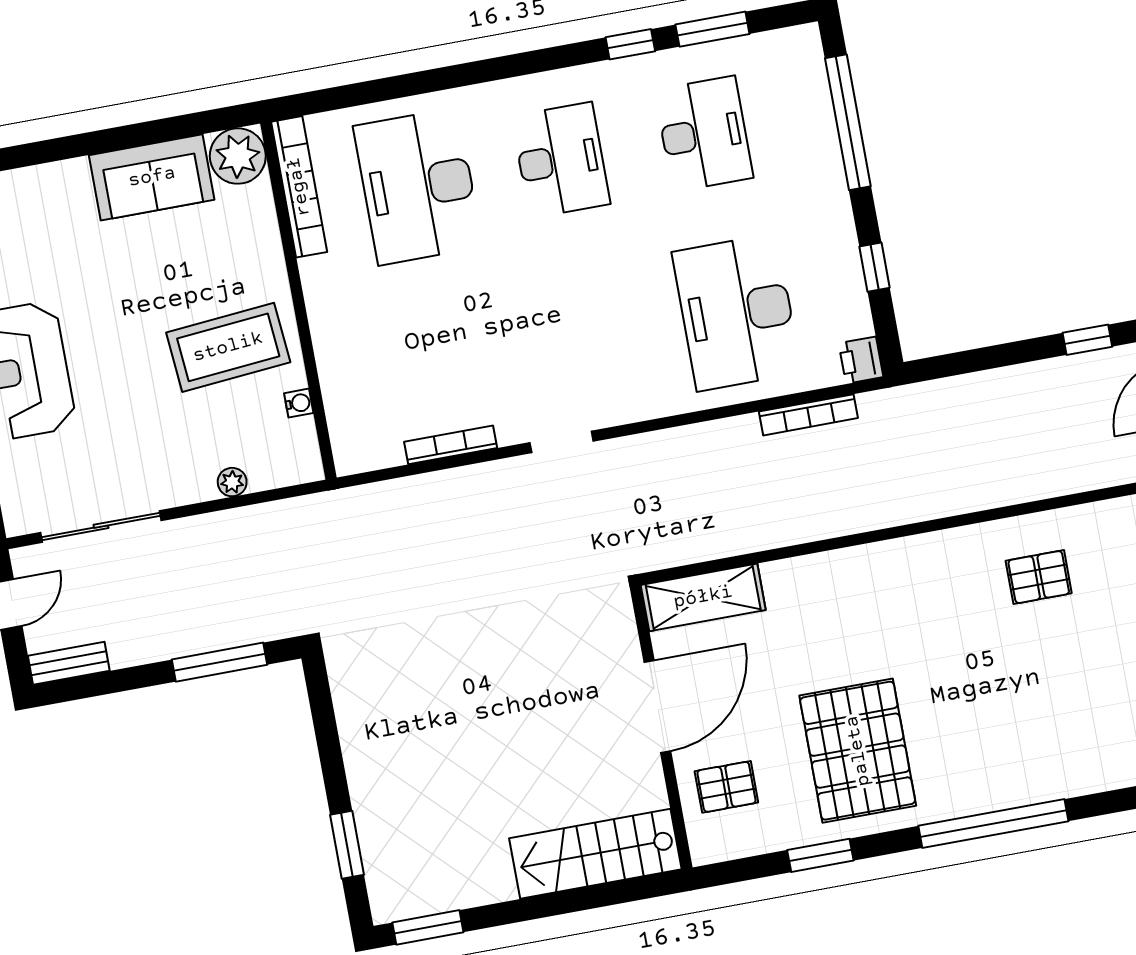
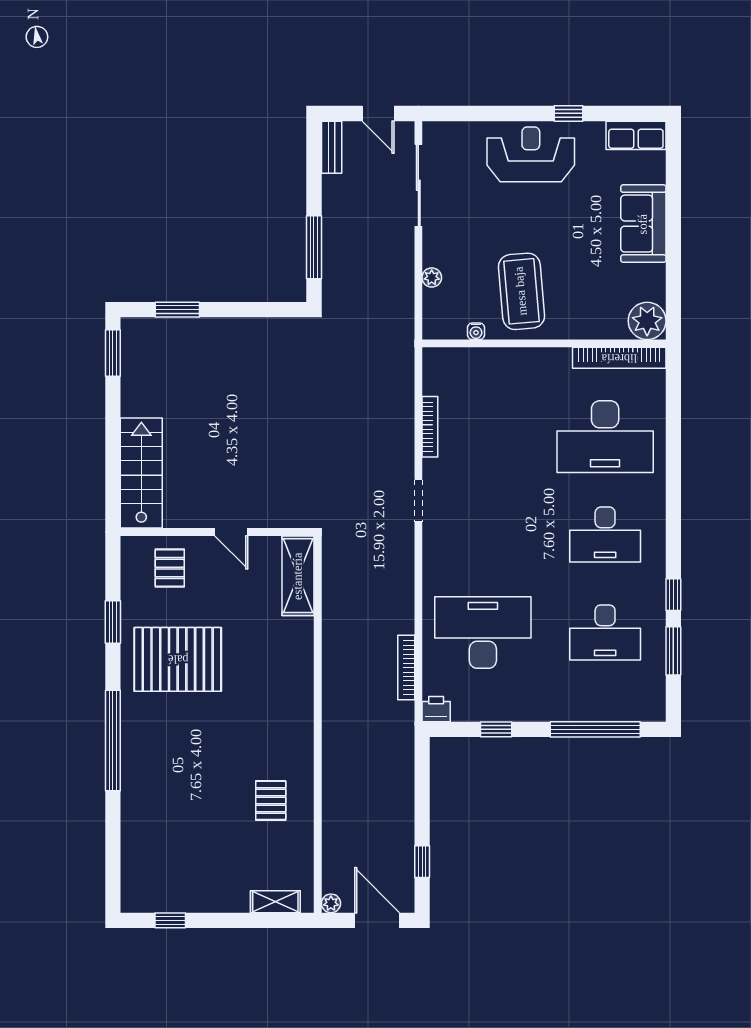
sofa: (152, 177) -> (643, 224), moved
desk: (418, 186) -> (605, 437), turned 180
door: (657, 707) -> (231, 532), width x0.53

